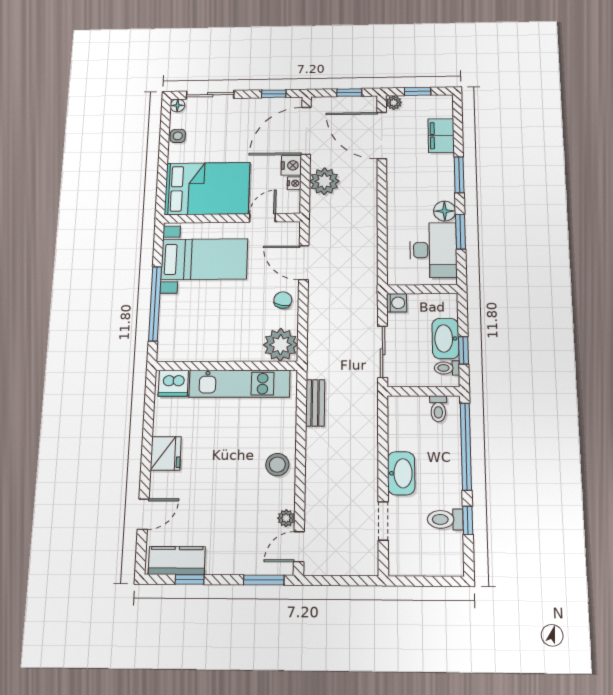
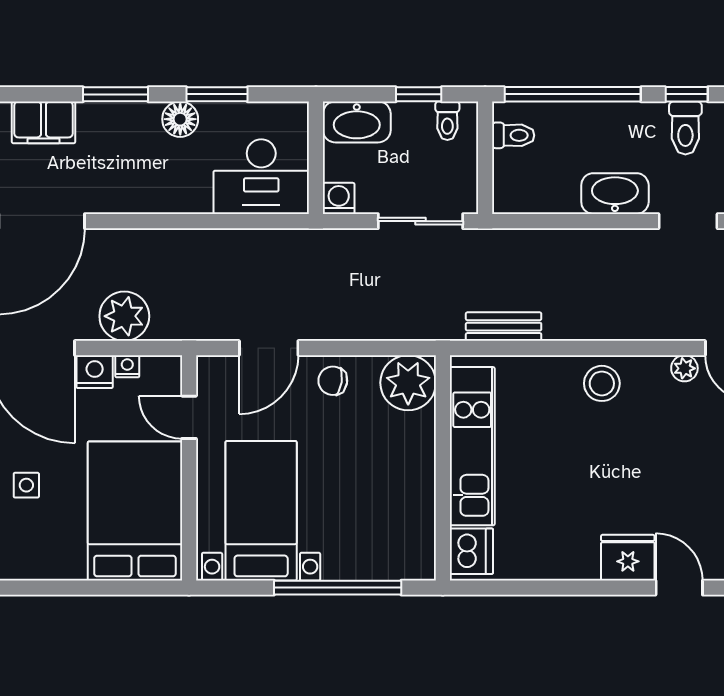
side table: (178, 136) -> (26, 485), moved
desk: (433, 250) -> (261, 177), moved, turned 180
washbasin: (446, 339) -> (357, 122), moved
fridge: (166, 453) -> (628, 558), moved

